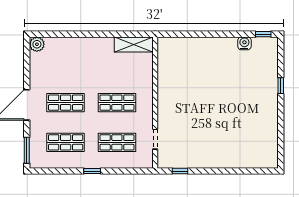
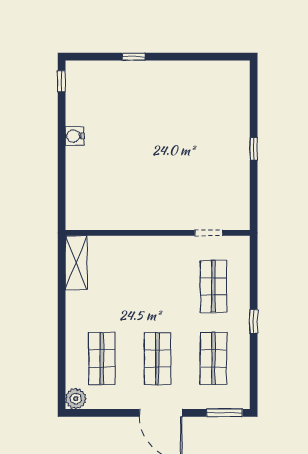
water cooler: (244, 43) -> (75, 136), moved
shop shelf: (117, 103) -> (102, 358), moved
window: (180, 171) -> (254, 149), moved

